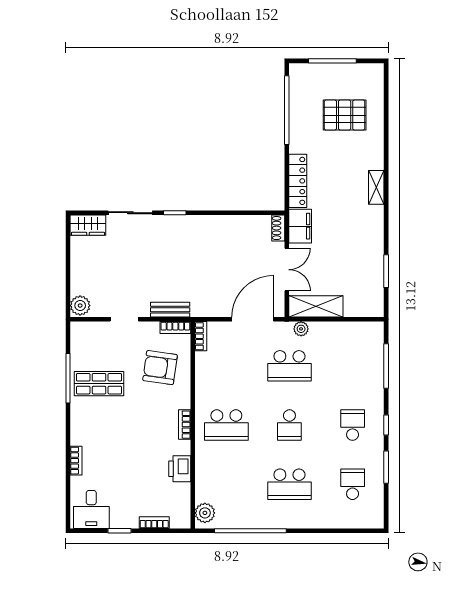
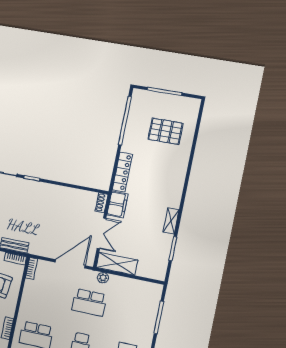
shelving: (376, 187) -> (171, 221), moved

